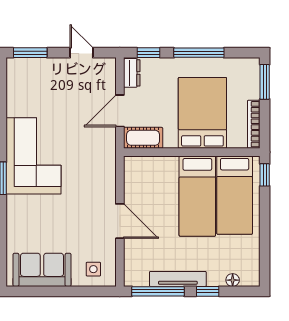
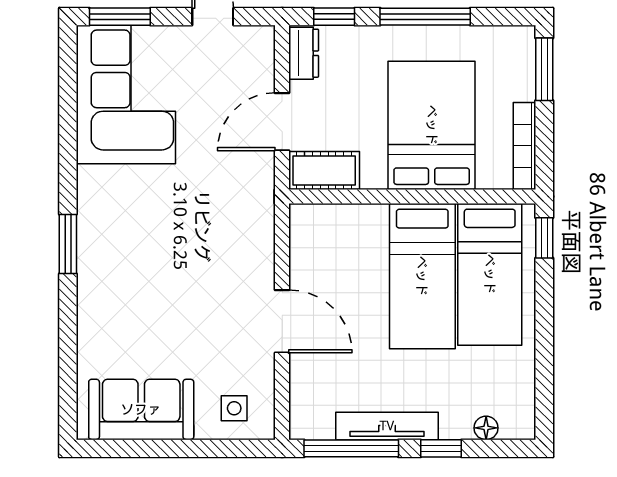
corner sofa: (34, 156) -> (126, 95), moved

